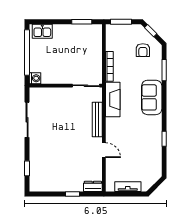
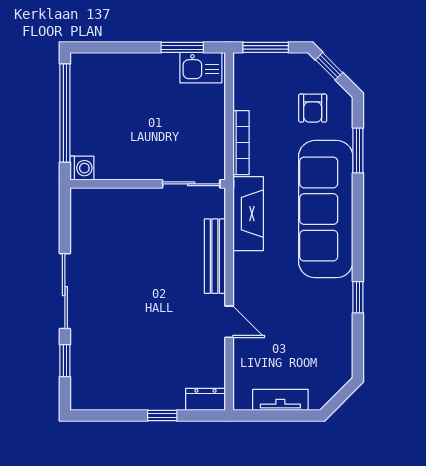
kitchen sink: (42, 31) -> (201, 68), moved
sofa: (152, 97) -> (326, 209), width x1.85, depth x1.27
sliding door: (27, 120) -> (65, 291), moved

